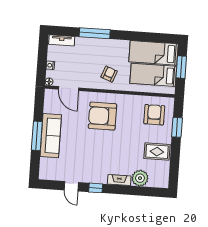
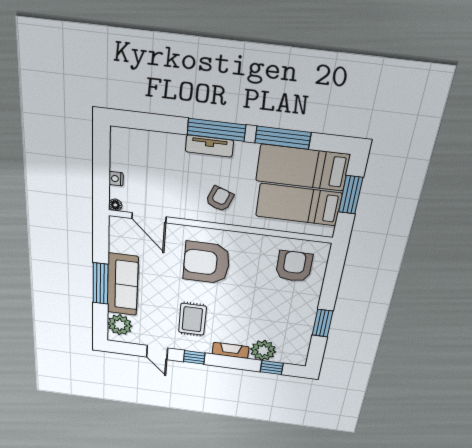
window: (95, 33) -> (216, 130), moved
window: (142, 37) -> (283, 138), added
tv unit: (62, 40) -> (209, 146), moved
window: (177, 127) -> (323, 323), moved
rug: (157, 152) -> (192, 319), moved, turned 90
plant: (47, 166) -> (120, 325), added
window: (146, 191) -> (272, 368), added

